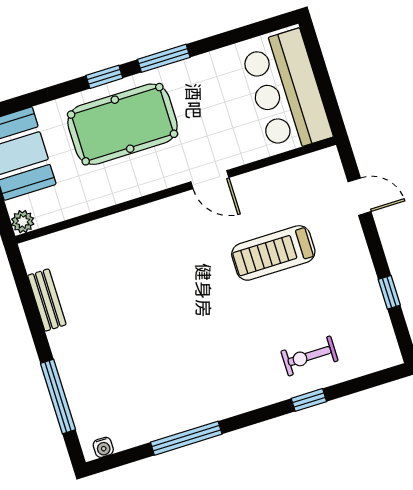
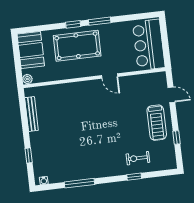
treadmill: (273, 253) -> (157, 123), moved, turned -90
bench: (47, 300) -> (31, 114), width x1.36
window: (58, 397) -> (29, 156), width x0.46

